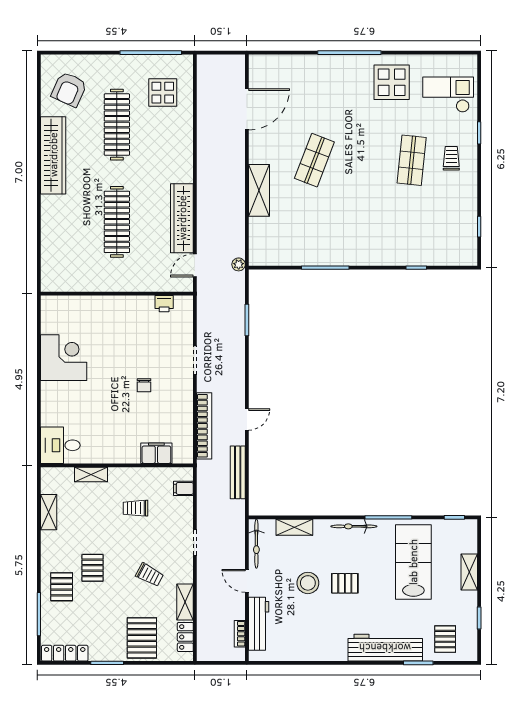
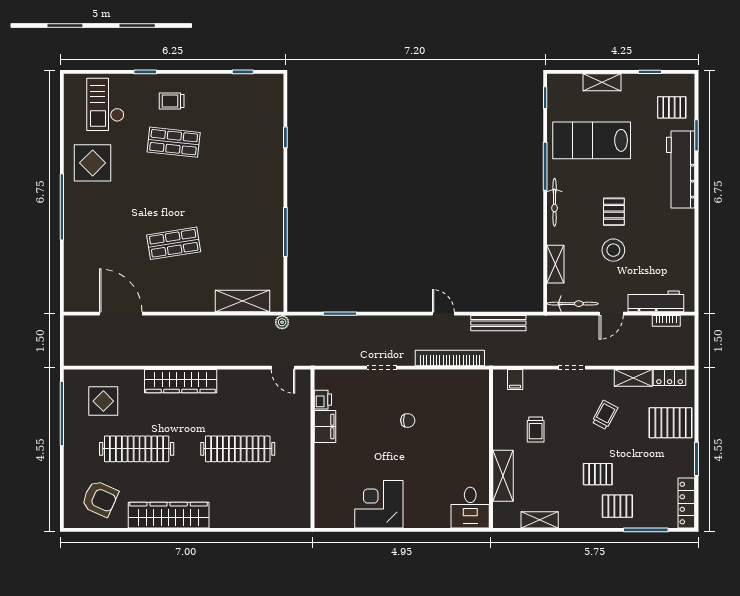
shop shelf: (314, 160) -> (174, 243), turned -30
shelving: (259, 190) -> (242, 301), moved
wardrobe: (182, 218) -> (181, 381), moved
filing cabinet: (156, 453) -> (325, 427), moved, turned 180
shelving: (91, 474) -> (503, 476), width x1.50, depth x1.33

